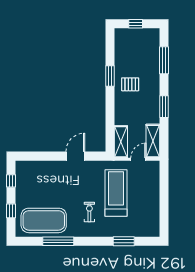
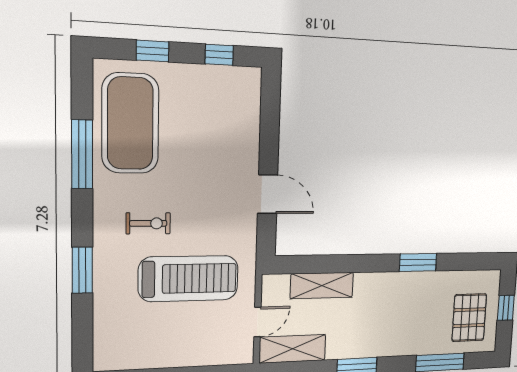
pallet: (130, 84) -> (469, 318), moved, width x1.50, depth x1.42
shelving: (121, 142) -> (322, 285), moved
door: (138, 159) -> (257, 322), hinge flipped
window: (124, 241) -> (82, 270), moved

